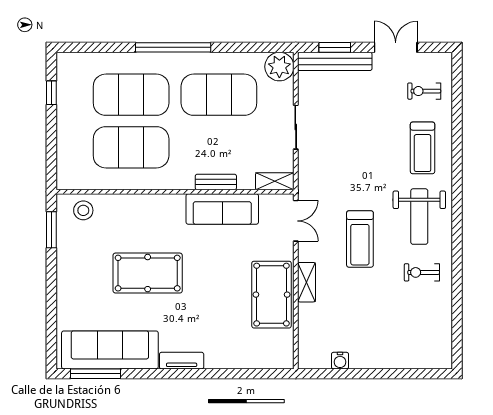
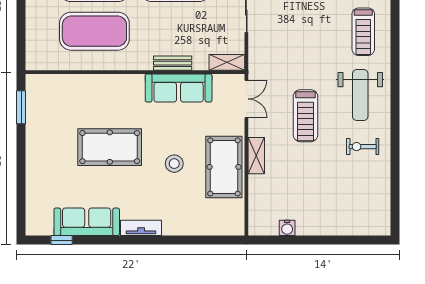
stool: (83, 210) -> (174, 164), moved
sofa: (110, 350) -> (87, 222), width x0.74, depth x0.79
window: (95, 374) -> (62, 240), width x0.46

